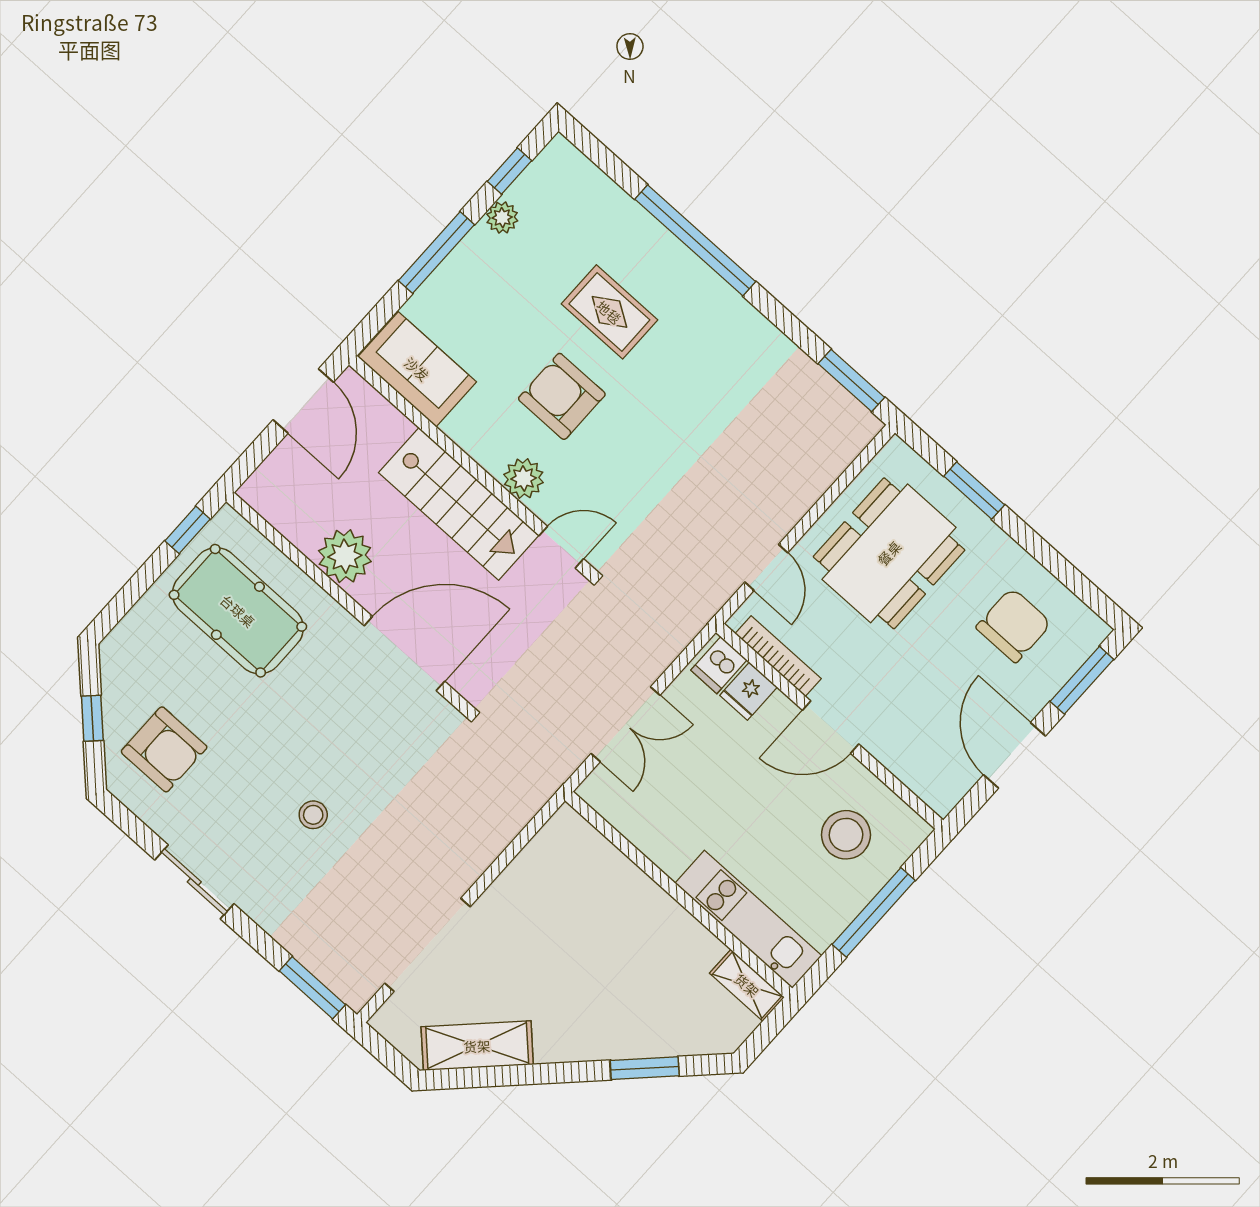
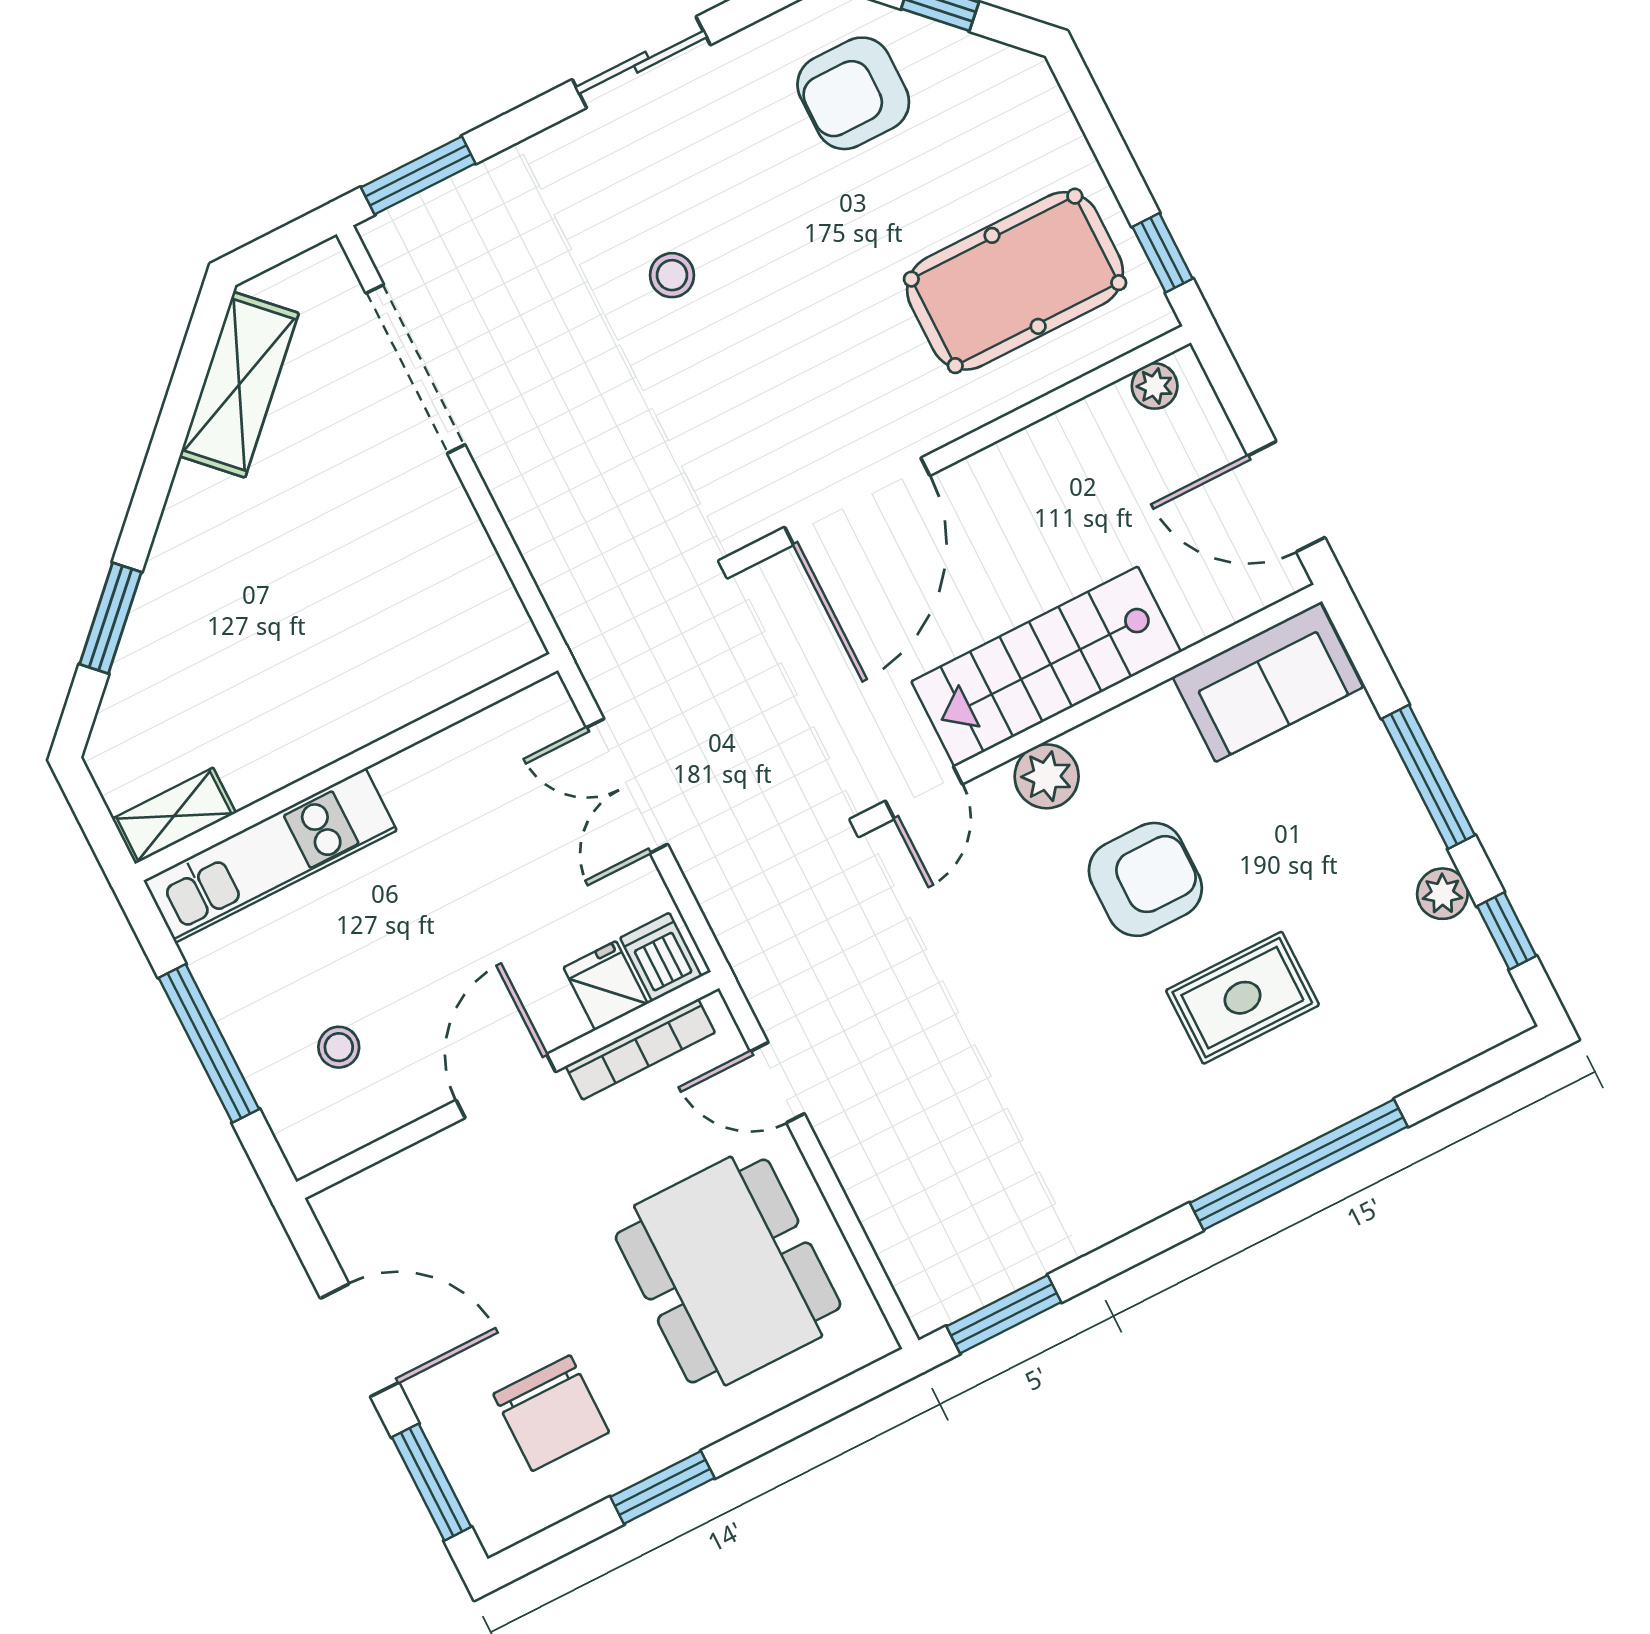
window: (974, 491) -> (662, 1487), moved
plant: (345, 556) -> (1155, 386), moved, width x0.53, depth x0.53
stool: (846, 835) -> (339, 1047), width x0.53, depth x0.53

